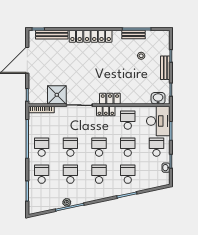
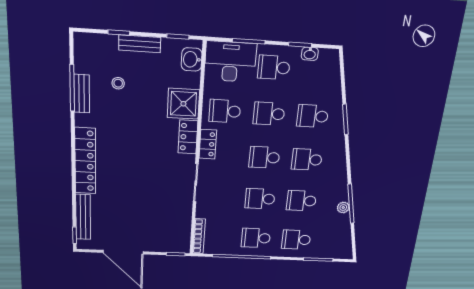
shower: (57, 95) -> (183, 104), moved

